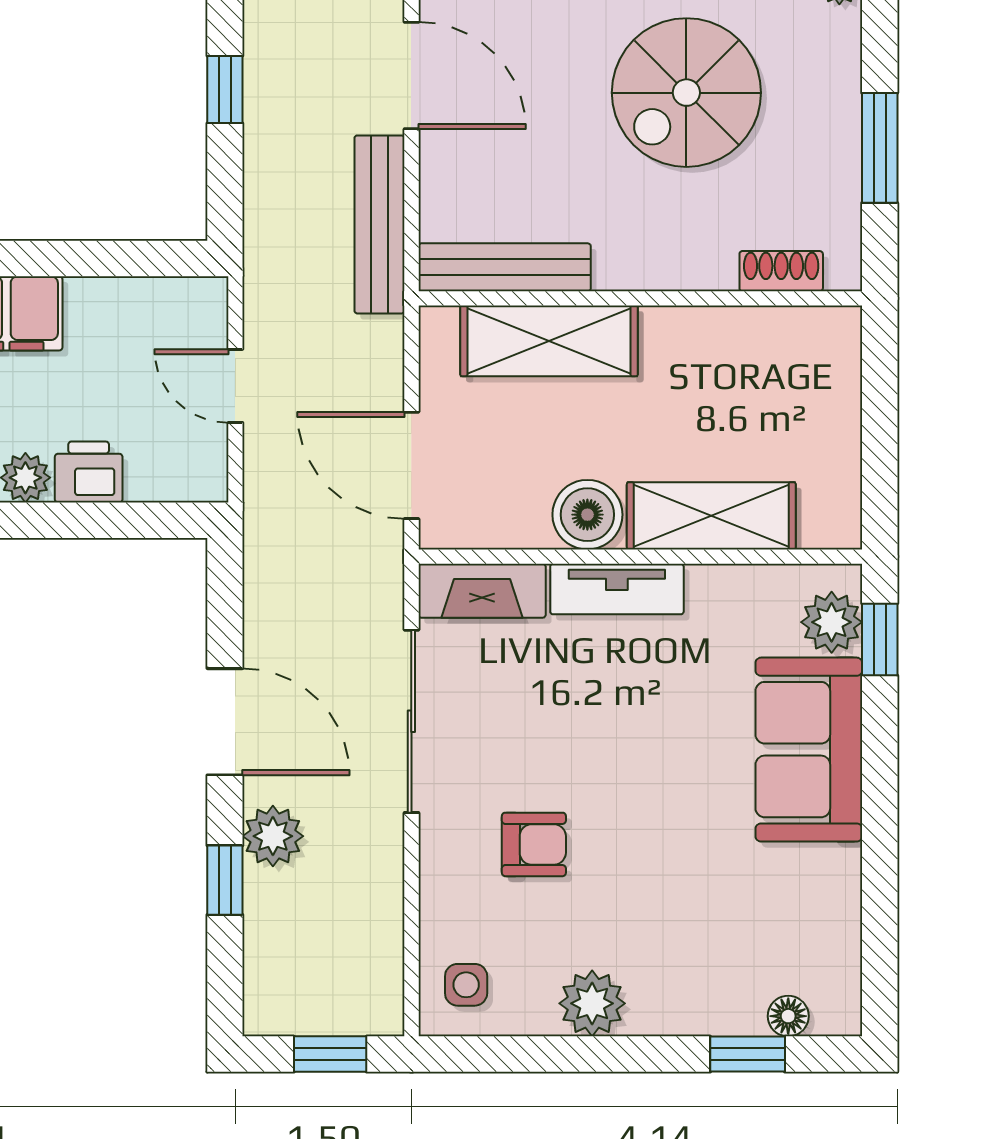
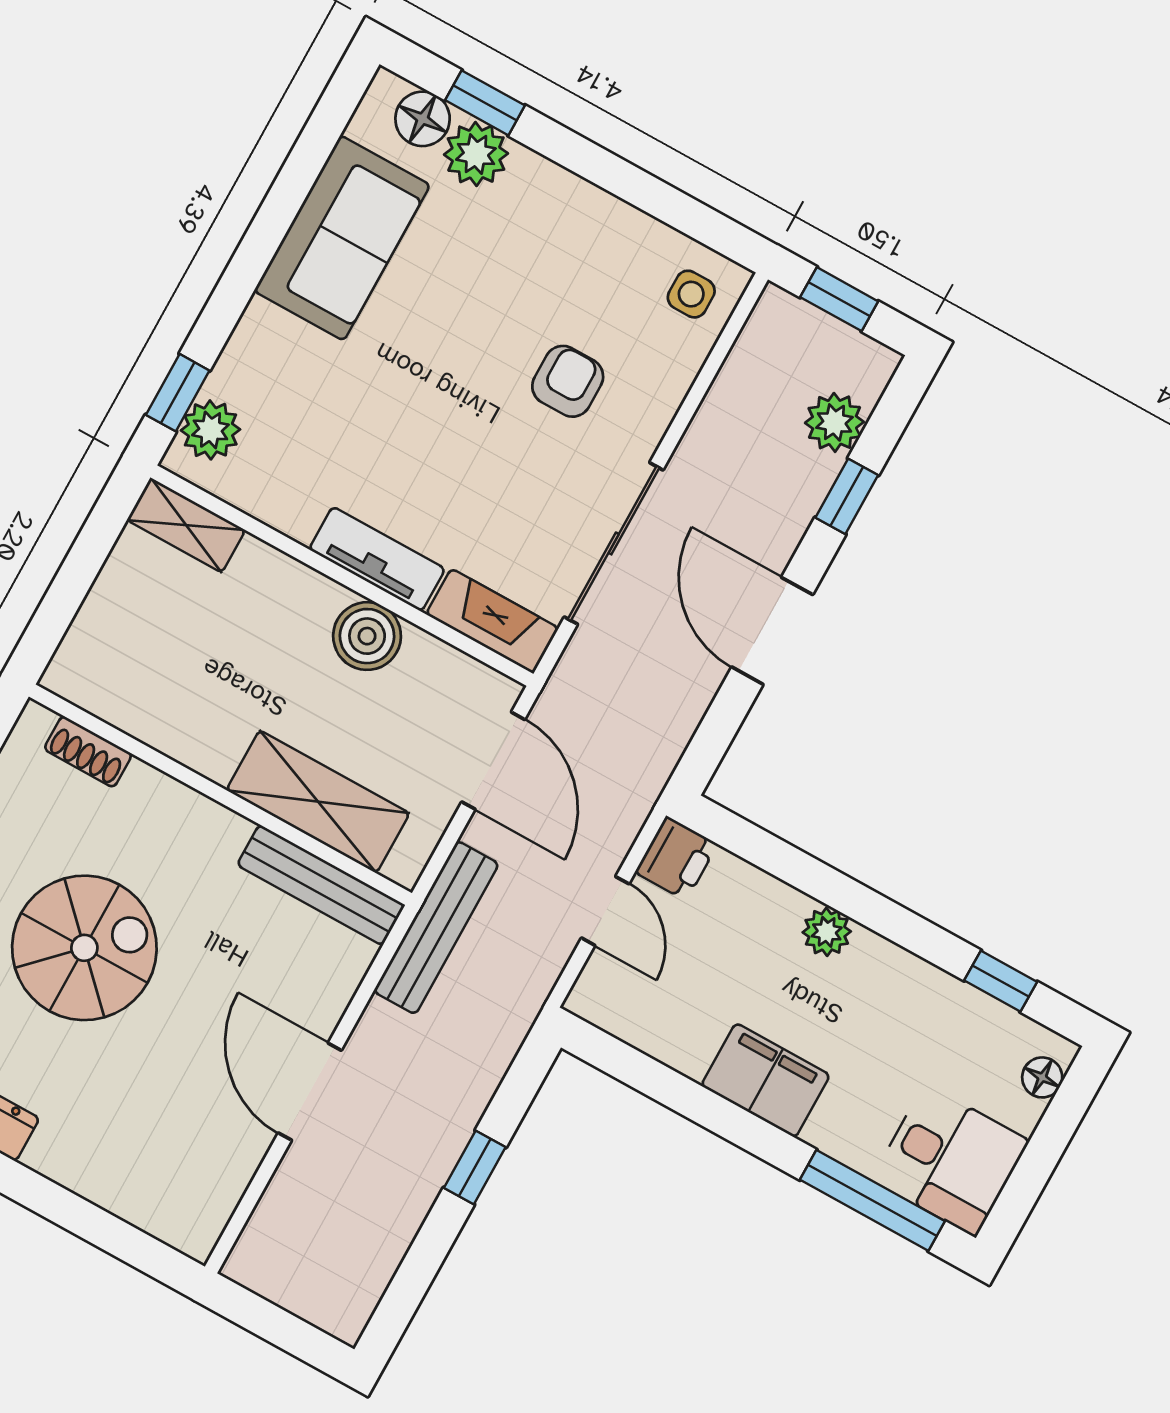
bench: (379, 224) -> (436, 928), moved
printer: (89, 472) -> (676, 858), moved, turned -90
shelving: (711, 516) -> (186, 525), moved, width x0.67, depth x0.75
sofa: (809, 750) -> (342, 238), moved
plant: (273, 836) -> (834, 422), moved
armchair: (534, 844) -> (568, 381), turned 90
plant: (592, 1003) -> (476, 154), moved
floor lamp: (788, 1016) -> (423, 119), width x1.37, depth x1.37

